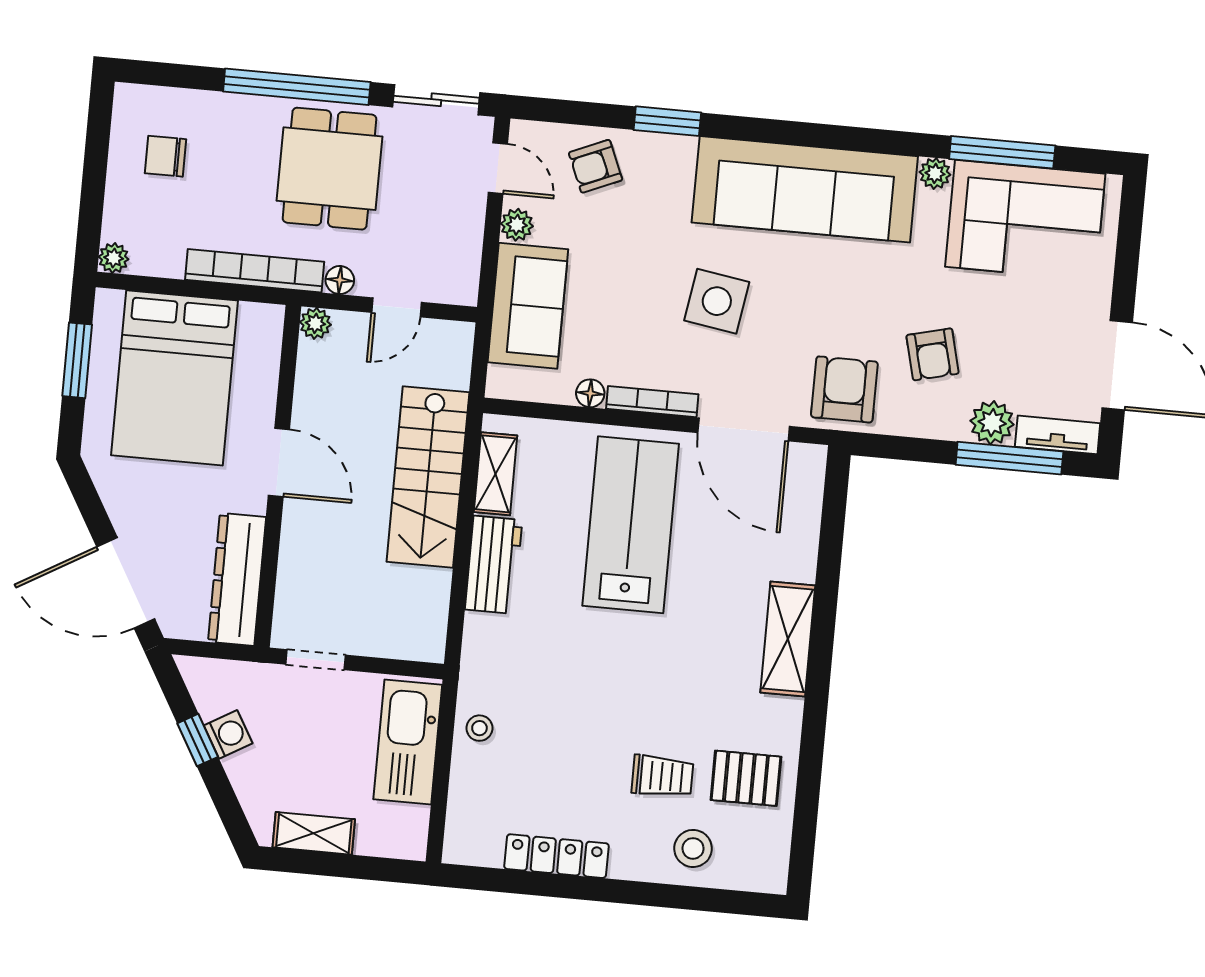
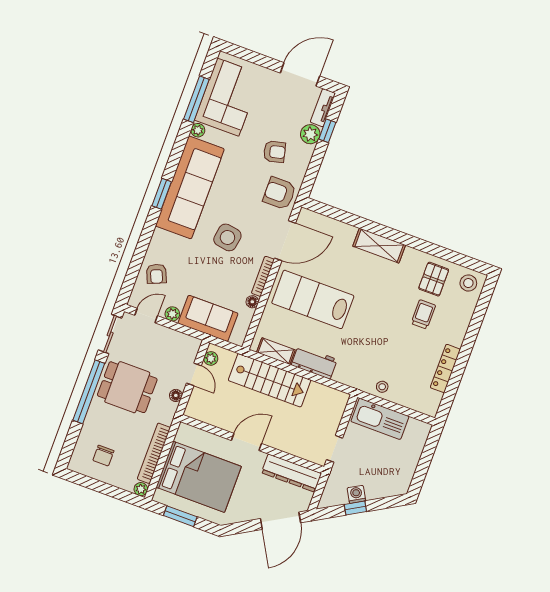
window: (667, 121) -> (162, 194), moved
bookcase: (255, 271) -> (154, 453), moved
plant: (315, 323) -> (211, 358), moved
window: (1009, 458) -> (327, 131), width x0.46
shelving: (314, 833) -> (408, 469), removed
stool: (693, 848) -> (468, 283), moved

